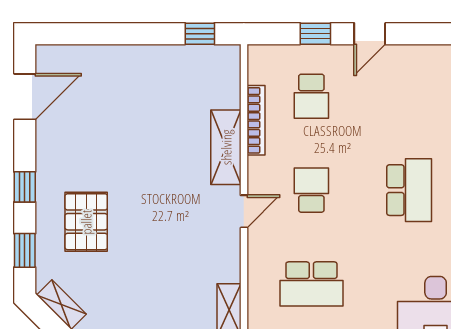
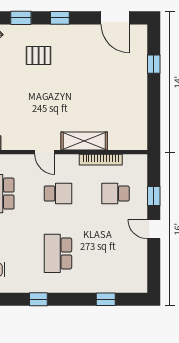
window: (200, 34) -> (154, 64), moved
school desk: (409, 190) -> (58, 253), turned 90
pallet: (86, 222) -> (39, 56), width x0.67, depth x0.71

